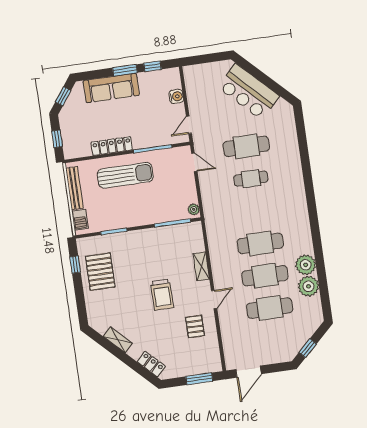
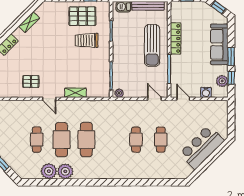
plant: (158, 77) -> (222, 81), added
cafe table: (246, 146) -> (161, 140), width x0.73, depth x0.74
door: (194, 162) -> (154, 99), swing flipped
trolley: (162, 295) -> (86, 40), moved
cafe table: (270, 308) -> (37, 140), width x0.73, depth x0.74

